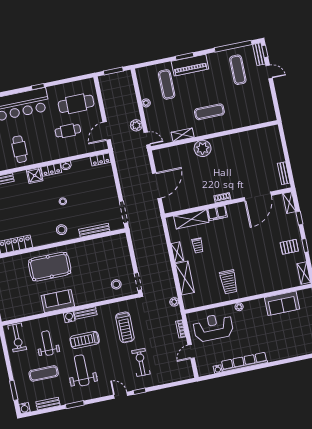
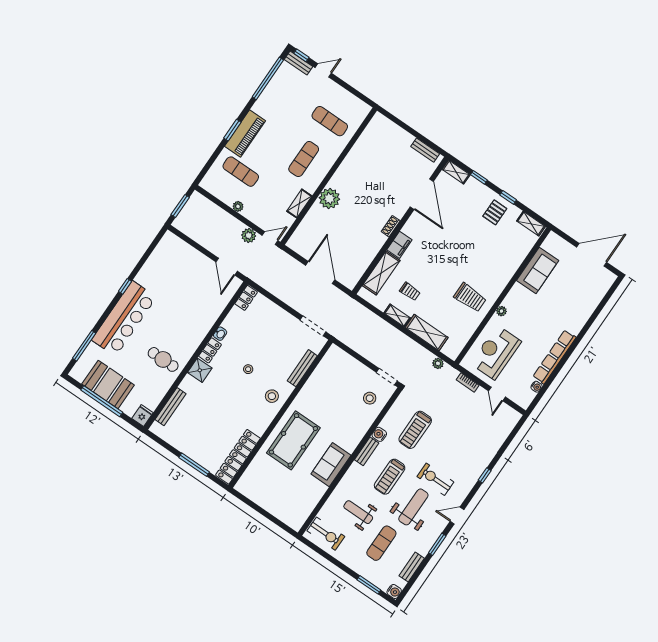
exercise mat: (238, 70) -> (330, 121), moved
cafe table: (76, 104) -> (175, 269), removed
cafe table: (68, 131) -> (191, 300), removed
water cooler: (69, 317) -> (379, 434), moved
treadmill: (125, 327) -> (415, 430), turned 90
exercise bike: (141, 362) -> (435, 479), moved
weight bench: (82, 370) -> (413, 507), turned 90
door: (121, 395) -> (457, 516), moved

